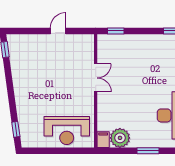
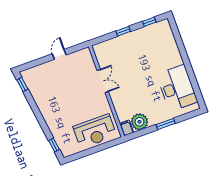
window: (116, 31) -> (123, 31), moved

